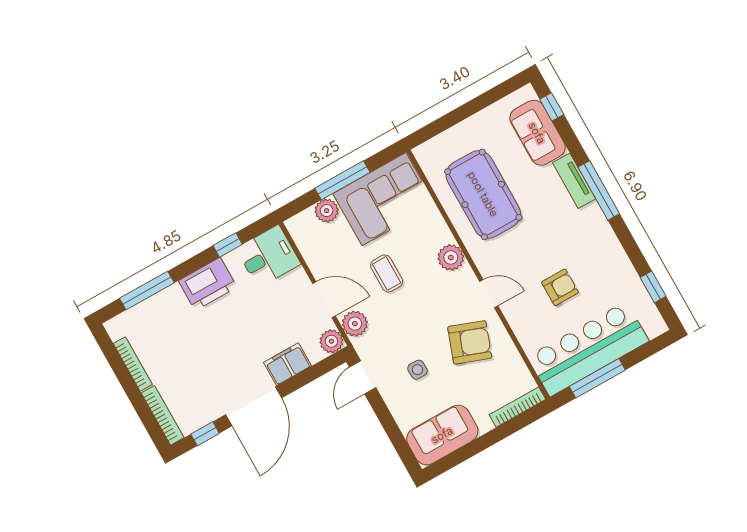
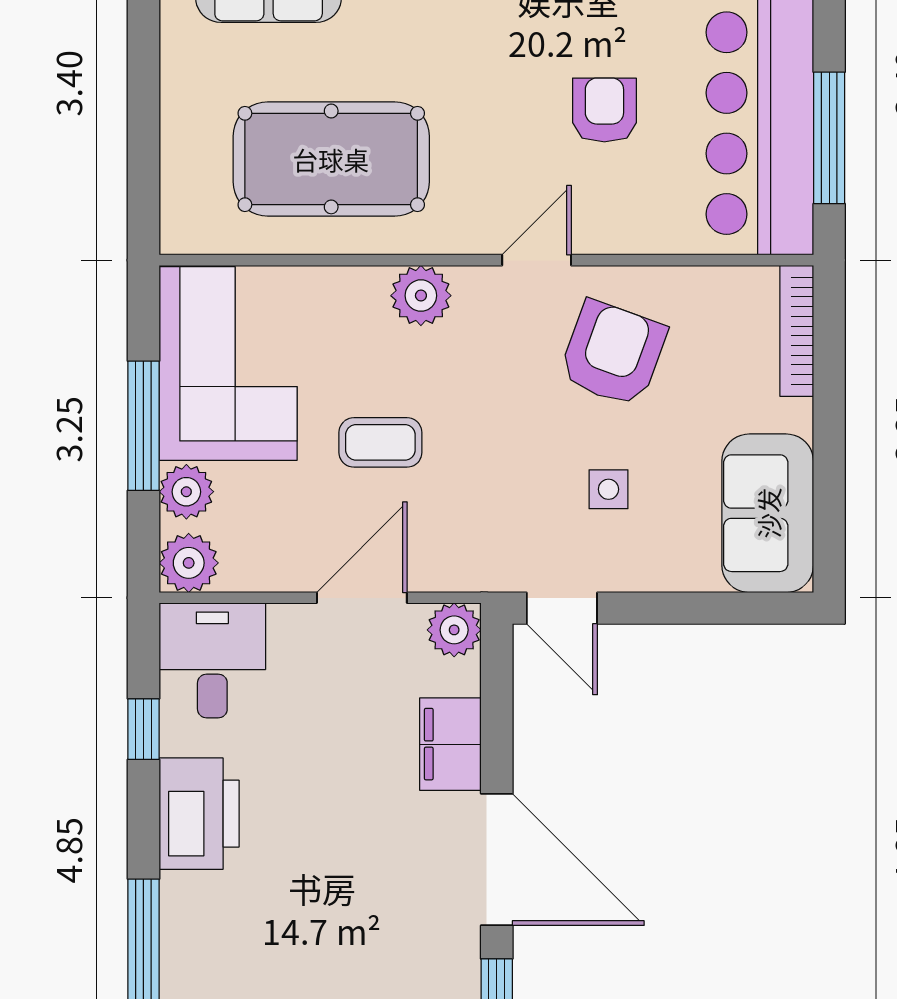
plant: (355, 324) -> (189, 563), moved

